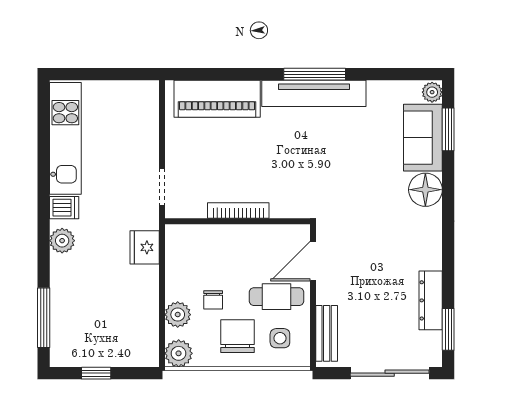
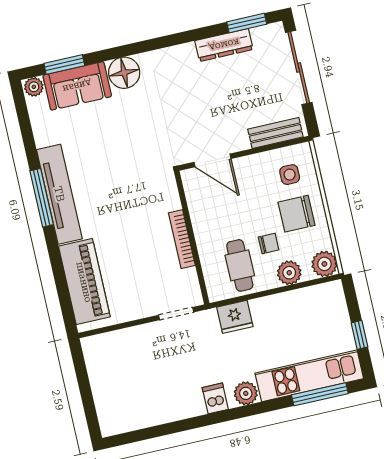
kitchen unit: (65, 138) -> (309, 376), moved
cafe table: (276, 297) -> (240, 265), moved

